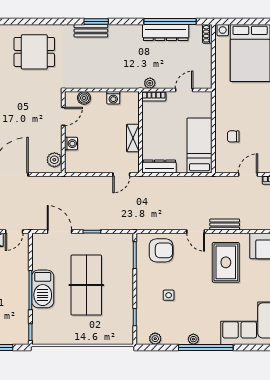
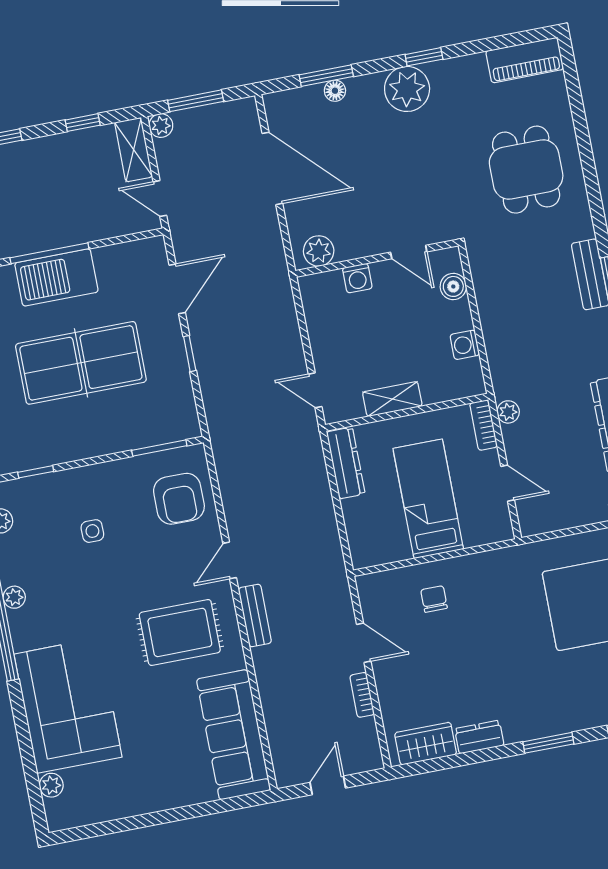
bed: (200, 145) -> (428, 499), moved, turned -90

